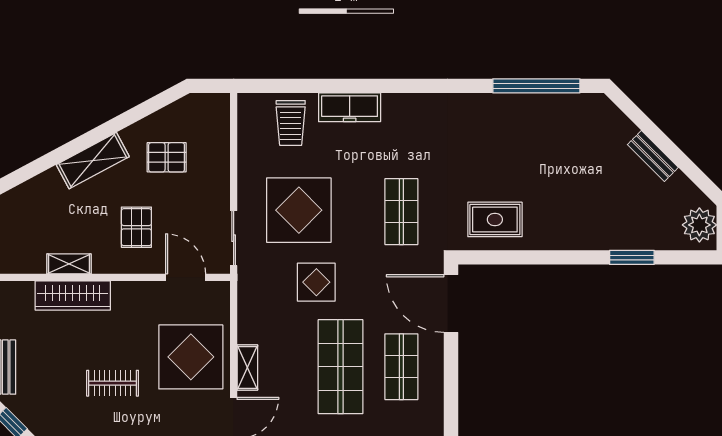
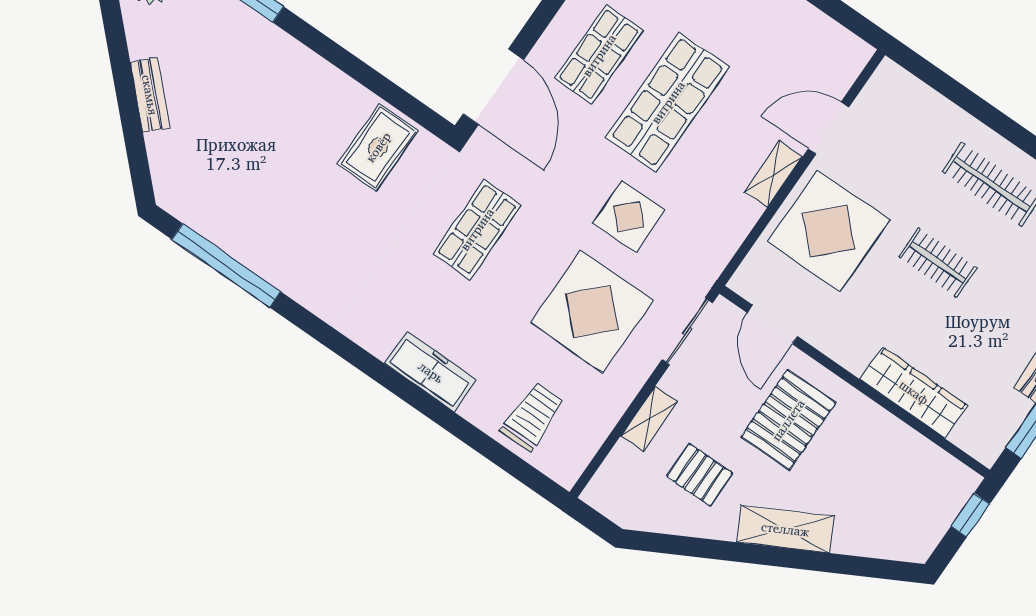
freezer: (350, 107) -> (431, 372), moved
rug: (495, 219) -> (378, 147), turned 90
pallet: (136, 227) -> (788, 420), width x1.50, depth x1.42
shelving: (69, 264) -> (649, 419), moved, turned 90

